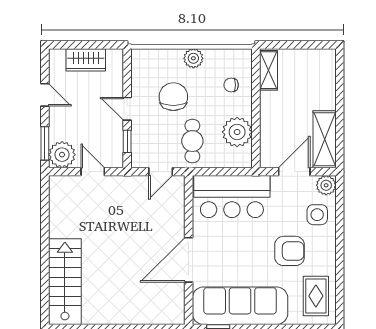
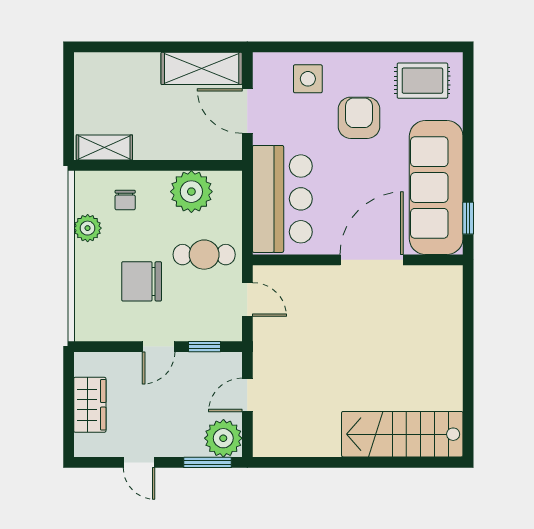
plant: (193, 58) -> (88, 228), moved
door: (45, 95) -> (139, 462), swing flipped
plant: (326, 185) -> (266, 66), removed
door: (189, 260) -> (372, 260), swing flipped

